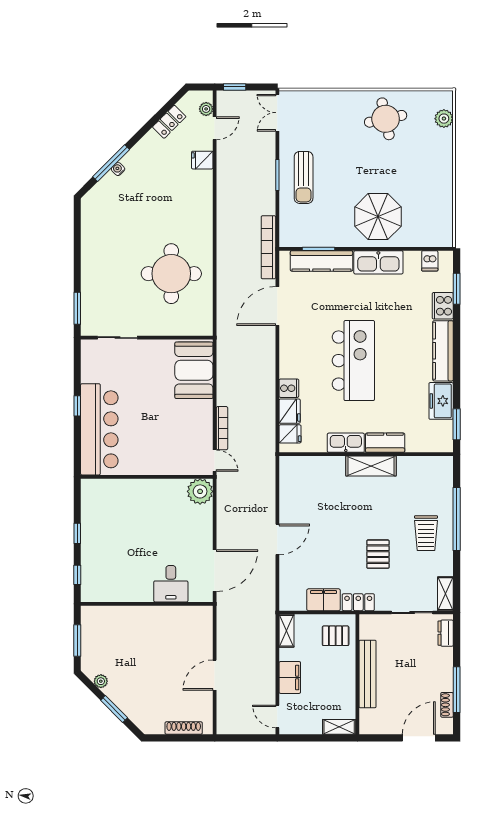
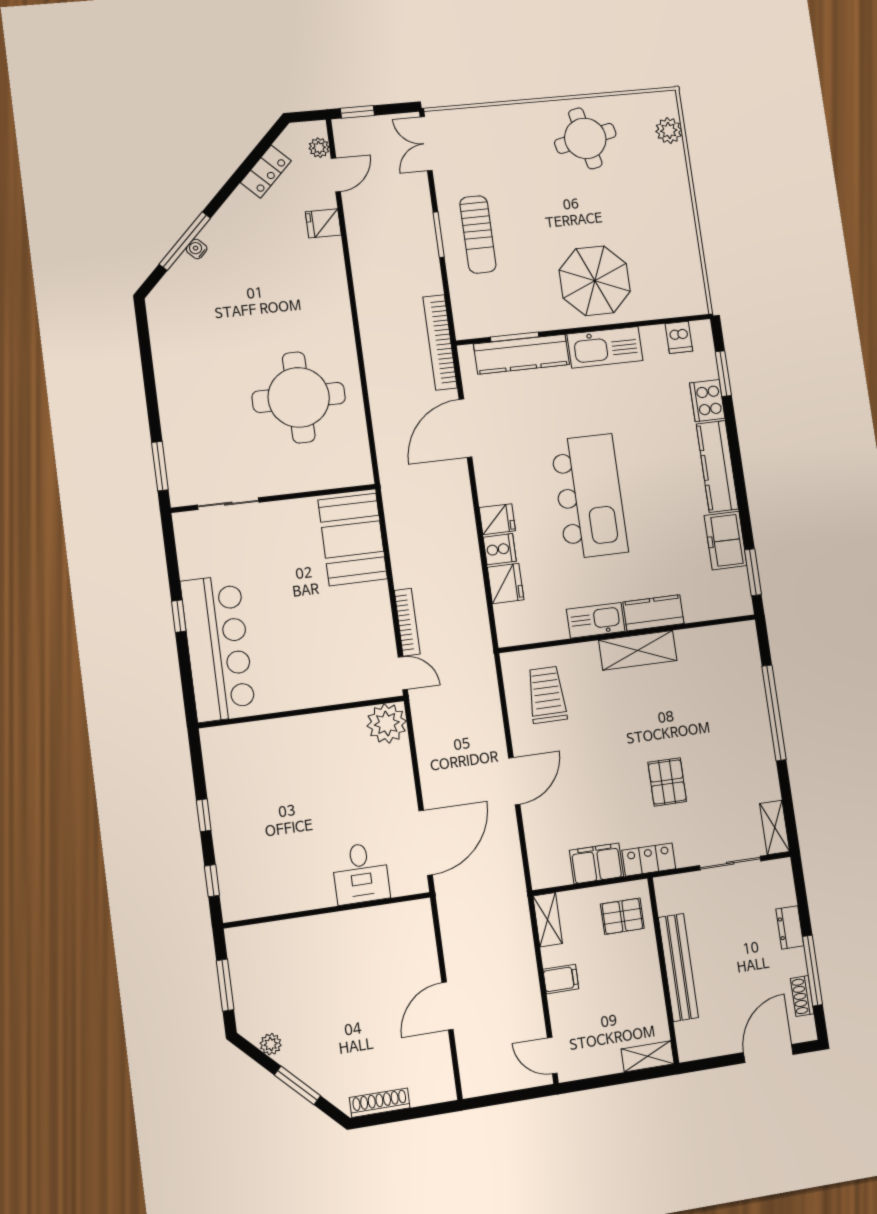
fridge: (290, 434) -> (497, 519), moved
trolley: (426, 533) -> (547, 695), moved, turned 180
dresser: (446, 633) -> (790, 927), moved
filing cabinet: (290, 677) -> (561, 979), width x0.50
shoe rack: (184, 728) -> (380, 1103), moved

